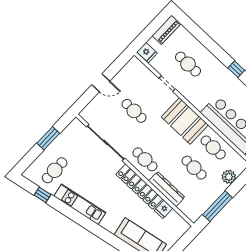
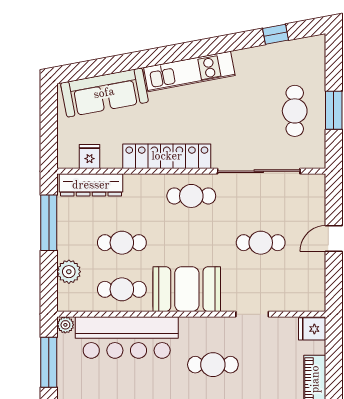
cafe table: (188, 64) -> (213, 365), moved
cafe table: (55, 170) -> (295, 111), moved
dresser: (167, 189) -> (91, 185), moved
kitchen unit: (80, 204) -> (189, 71), moved
fridge: (164, 209) -> (90, 157), moved

